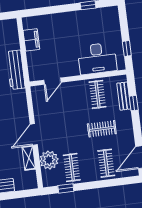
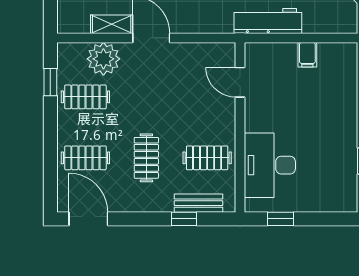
filing cabinet: (31, 40) -> (307, 55), width x0.50

